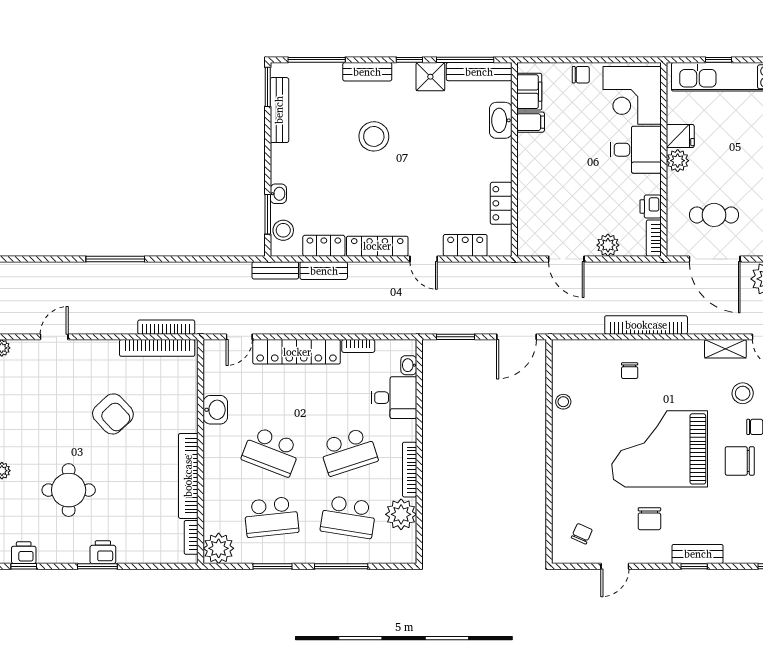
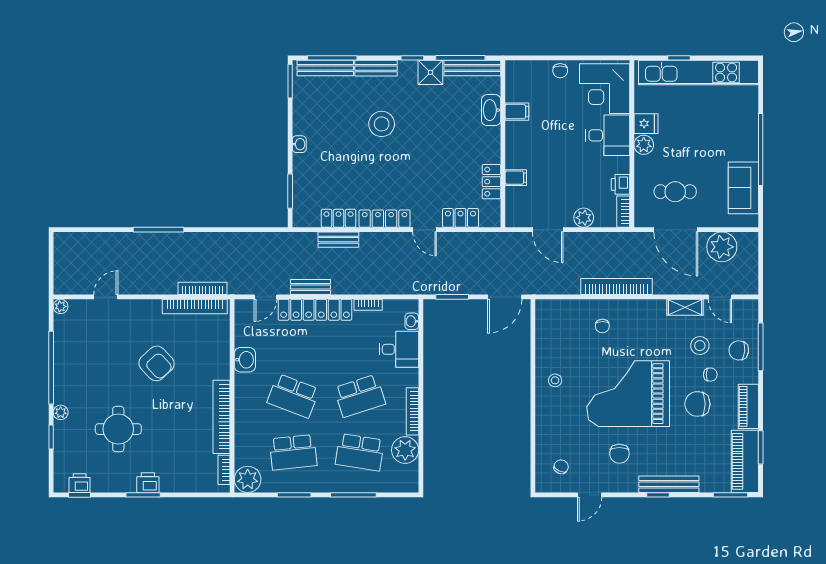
chair: (581, 75) -> (560, 71), turned 90
filing cabinet: (529, 92) -> (516, 178), moved, width x0.50
bench: (279, 110) -> (325, 68), moved, turned 90
washbasin: (278, 194) -> (299, 144), moved
stool: (283, 230) -> (303, 205), removed
bench: (275, 270) -> (311, 287), moved
stool: (563, 402) -> (555, 380), moved
bench: (698, 554) -> (669, 484), width x1.36

